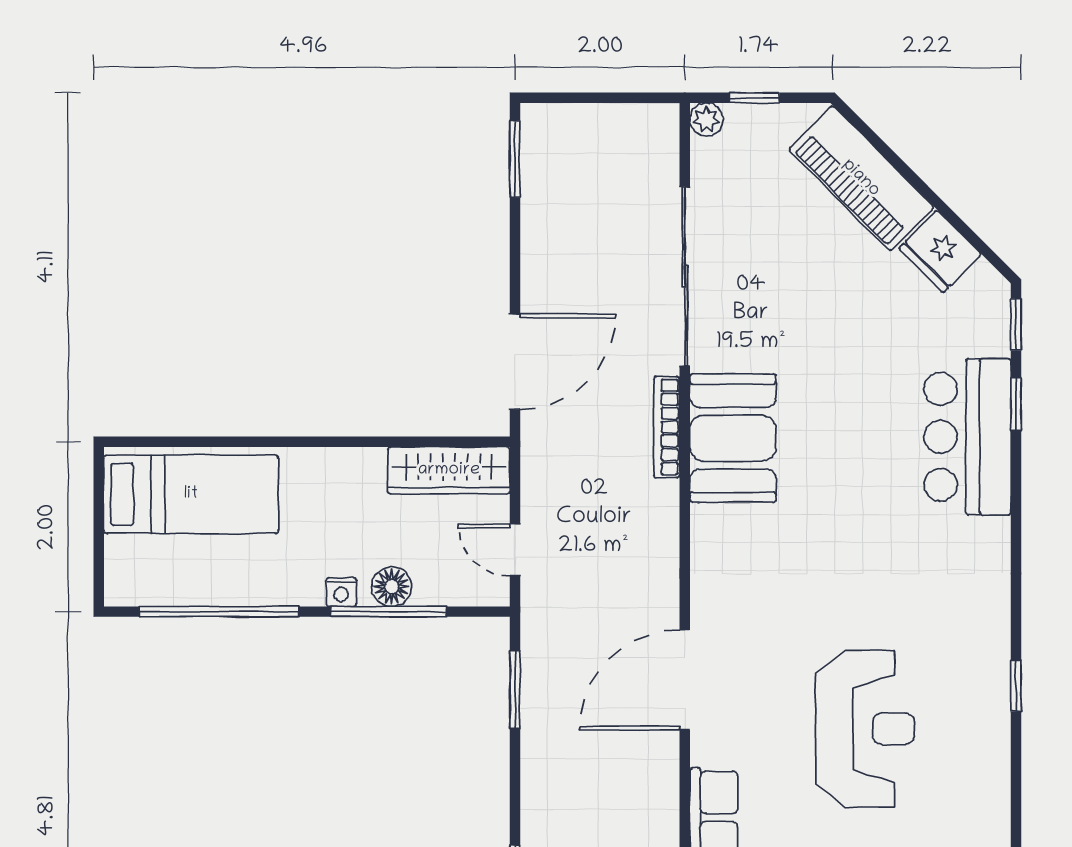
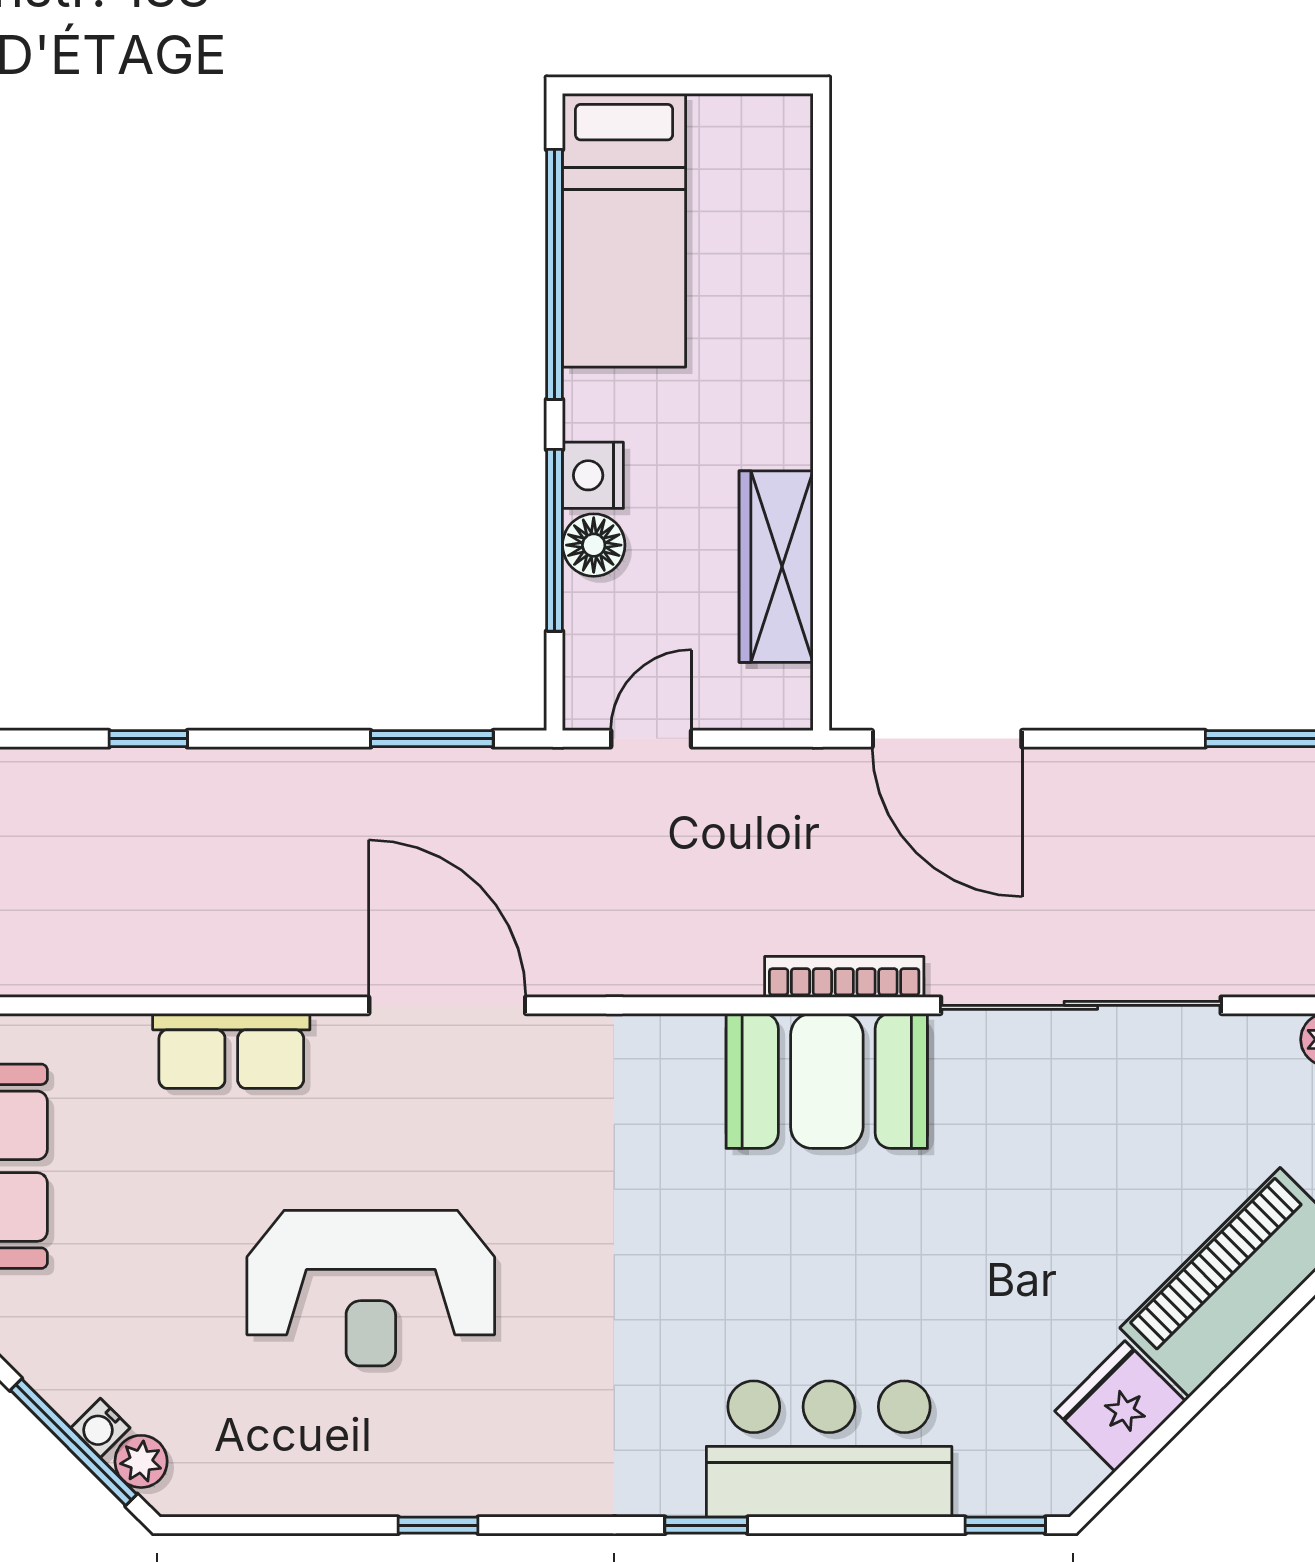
window: (1016, 404) -> (706, 1525), moved
wardrobe: (449, 470) -> (776, 567), moved
bed: (191, 494) -> (624, 230), moved
nightstand: (341, 592) -> (593, 475), width x1.39, depth x1.35

